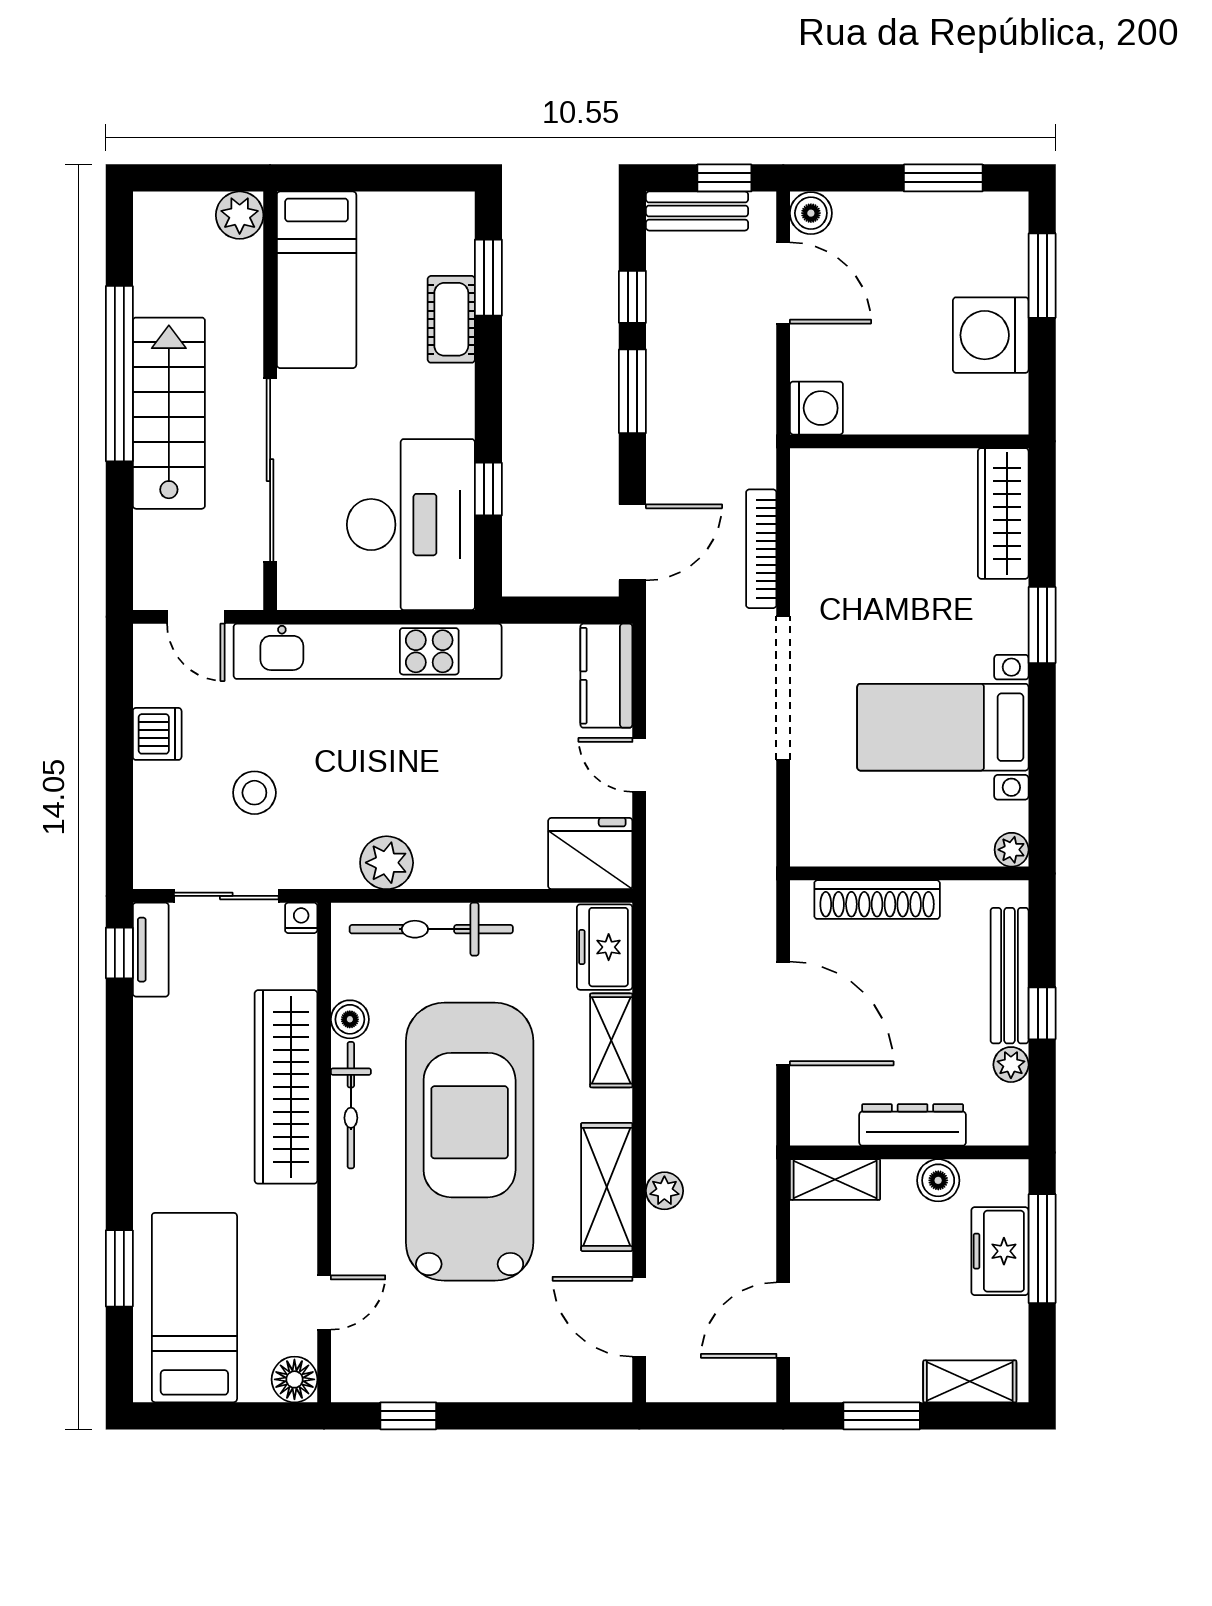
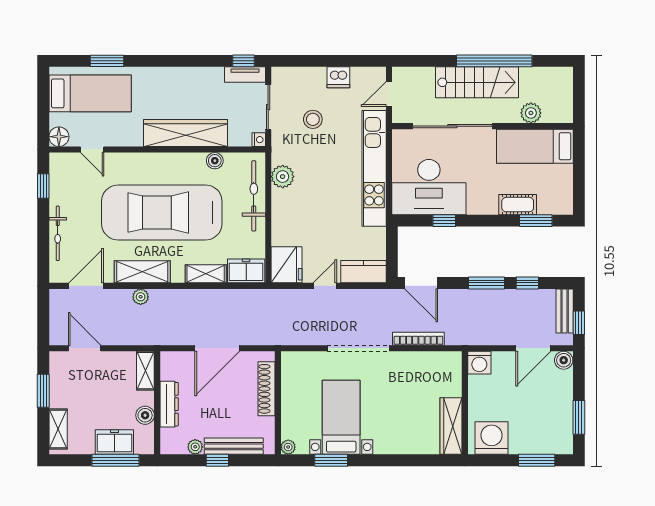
plant: (240, 215) -> (531, 113), moved
washing machine: (991, 335) -> (491, 438), moved
wardrobe: (1003, 513) -> (451, 426), moved, turned -90
window: (1042, 625) -> (331, 460), moved
bicycle: (351, 1105) -> (58, 233), moved, turned -90
car: (470, 1142) -> (162, 212), turned 180

